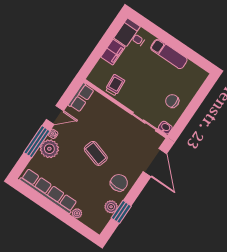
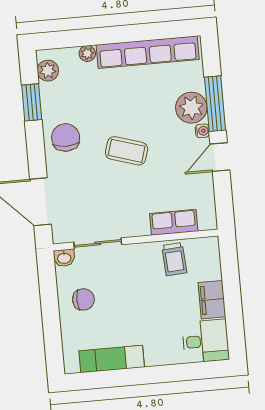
exam couch: (169, 54) -> (112, 359), moved
row of seats: (81, 98) -> (174, 222), moved, turned 90
chair: (119, 183) -> (66, 137), turned 180
plant: (111, 207) -> (48, 71), moved

